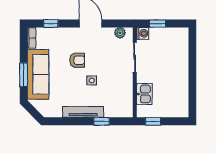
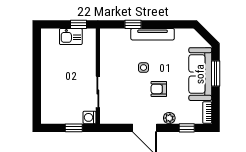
plant: (120, 33) -> (169, 118), moved
kitchen sink: (144, 94) -> (71, 37), moved, turned -90

